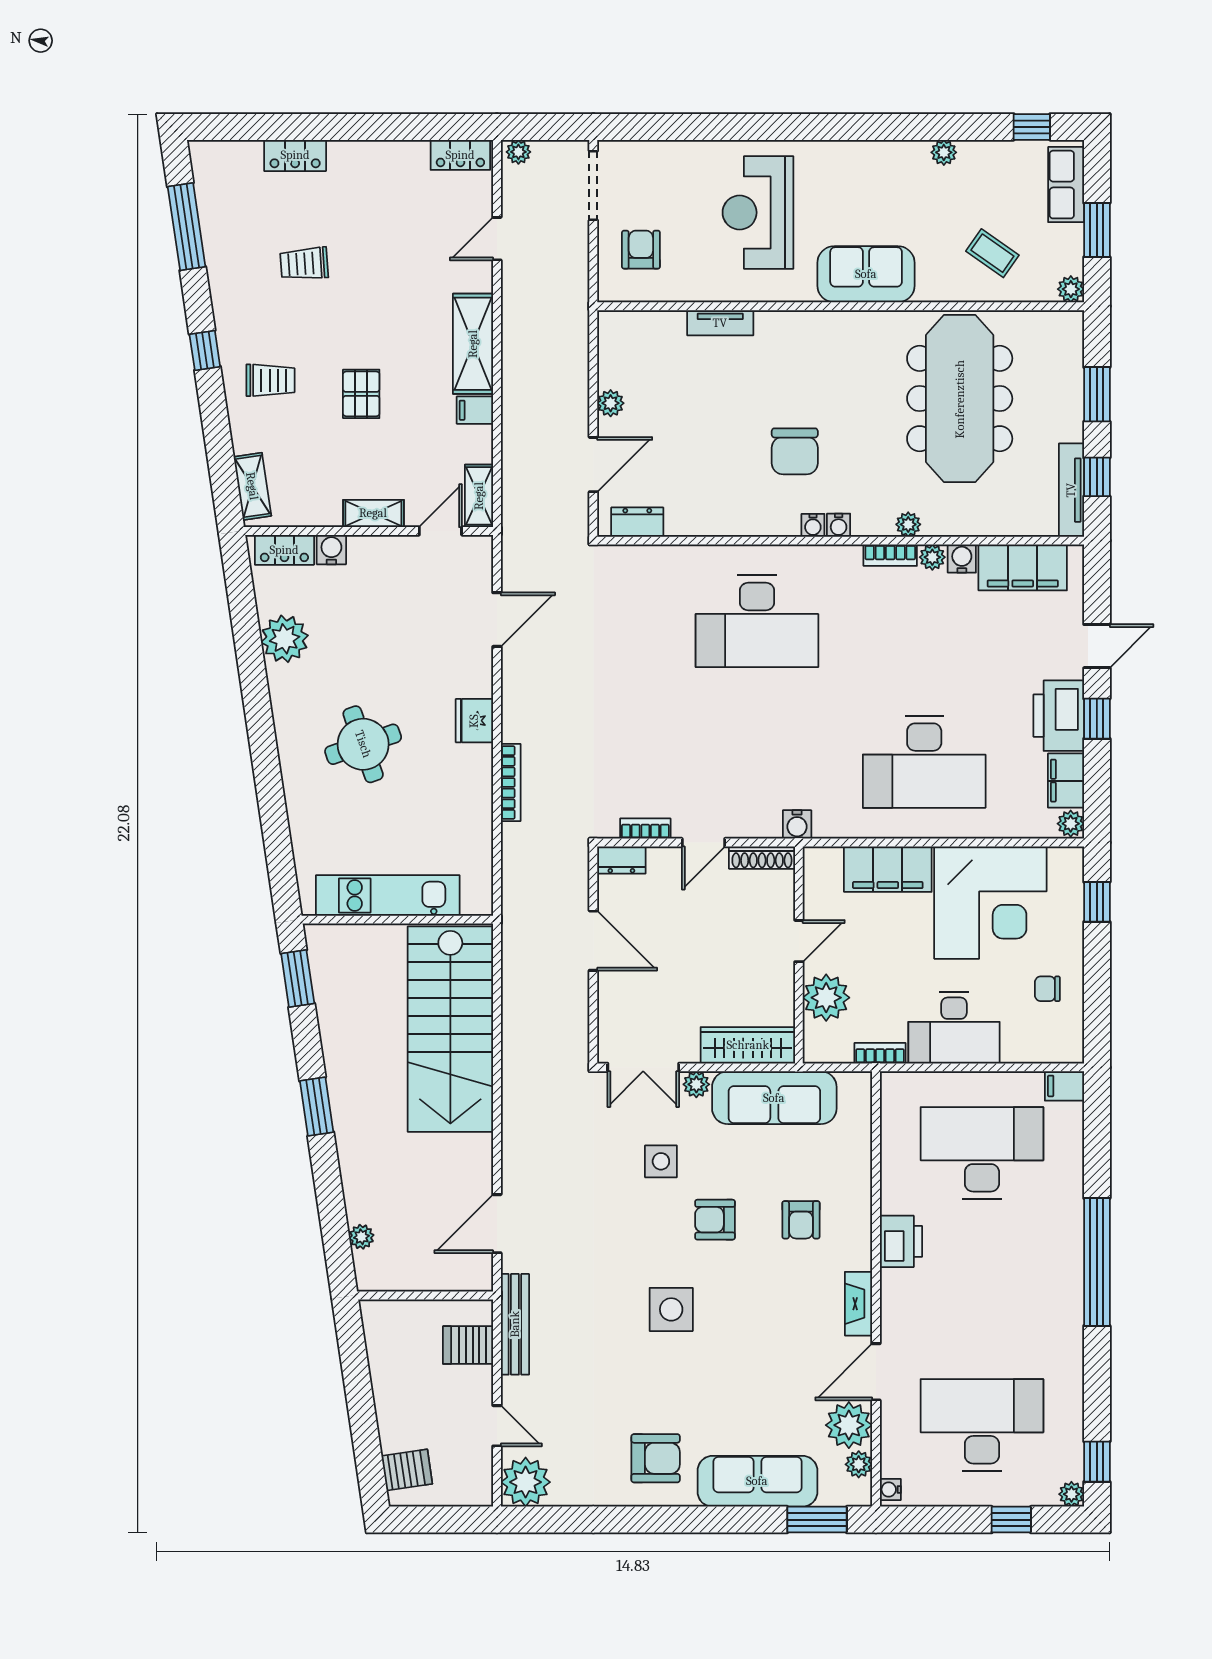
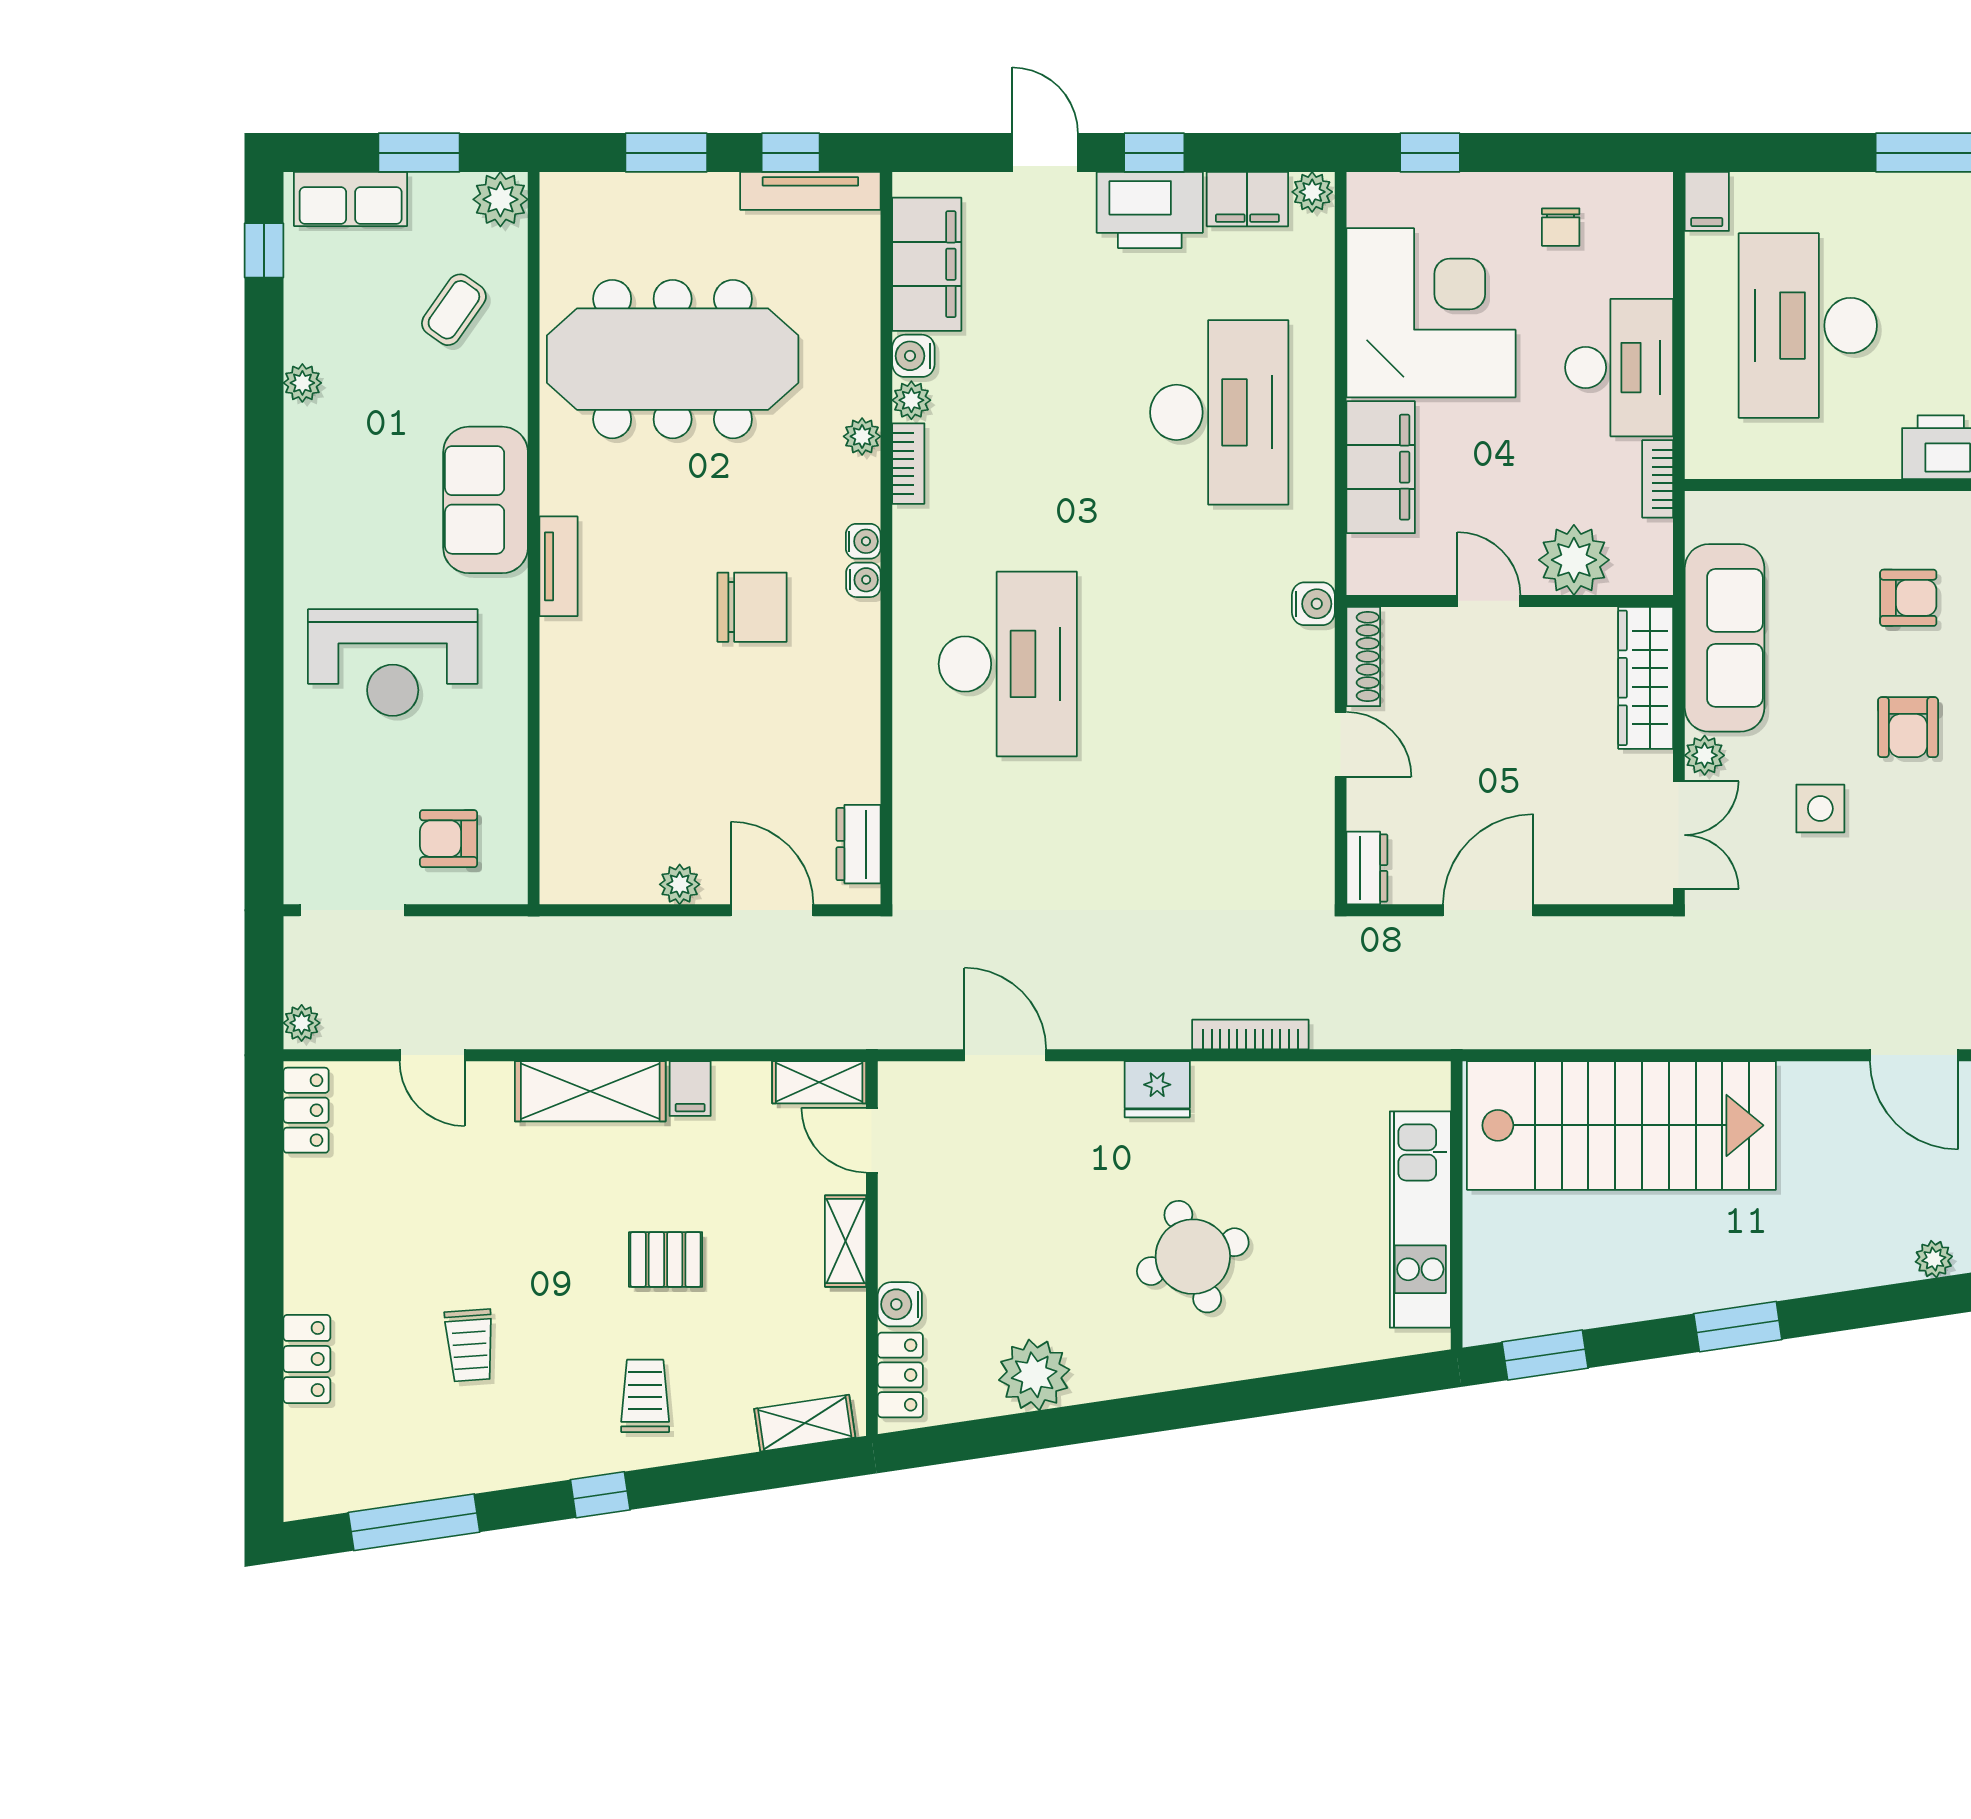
plant: (1071, 289) -> (500, 199), width x1.38, depth x1.38
tv unit: (720, 323) -> (558, 566), moved
bookcase: (645, 829) -> (1320, 832), removed

